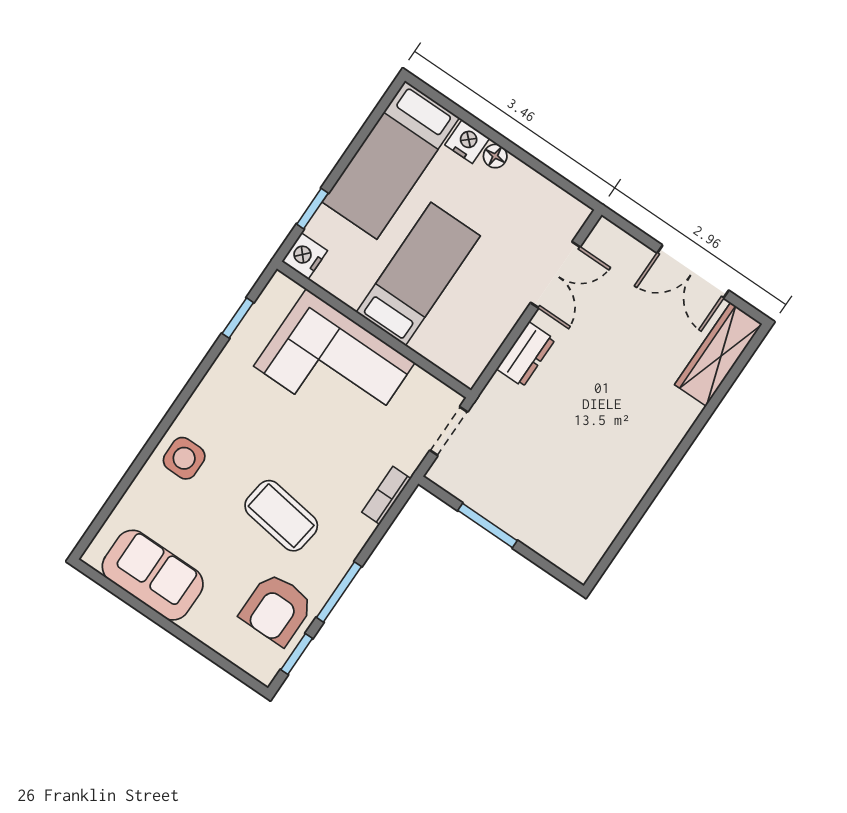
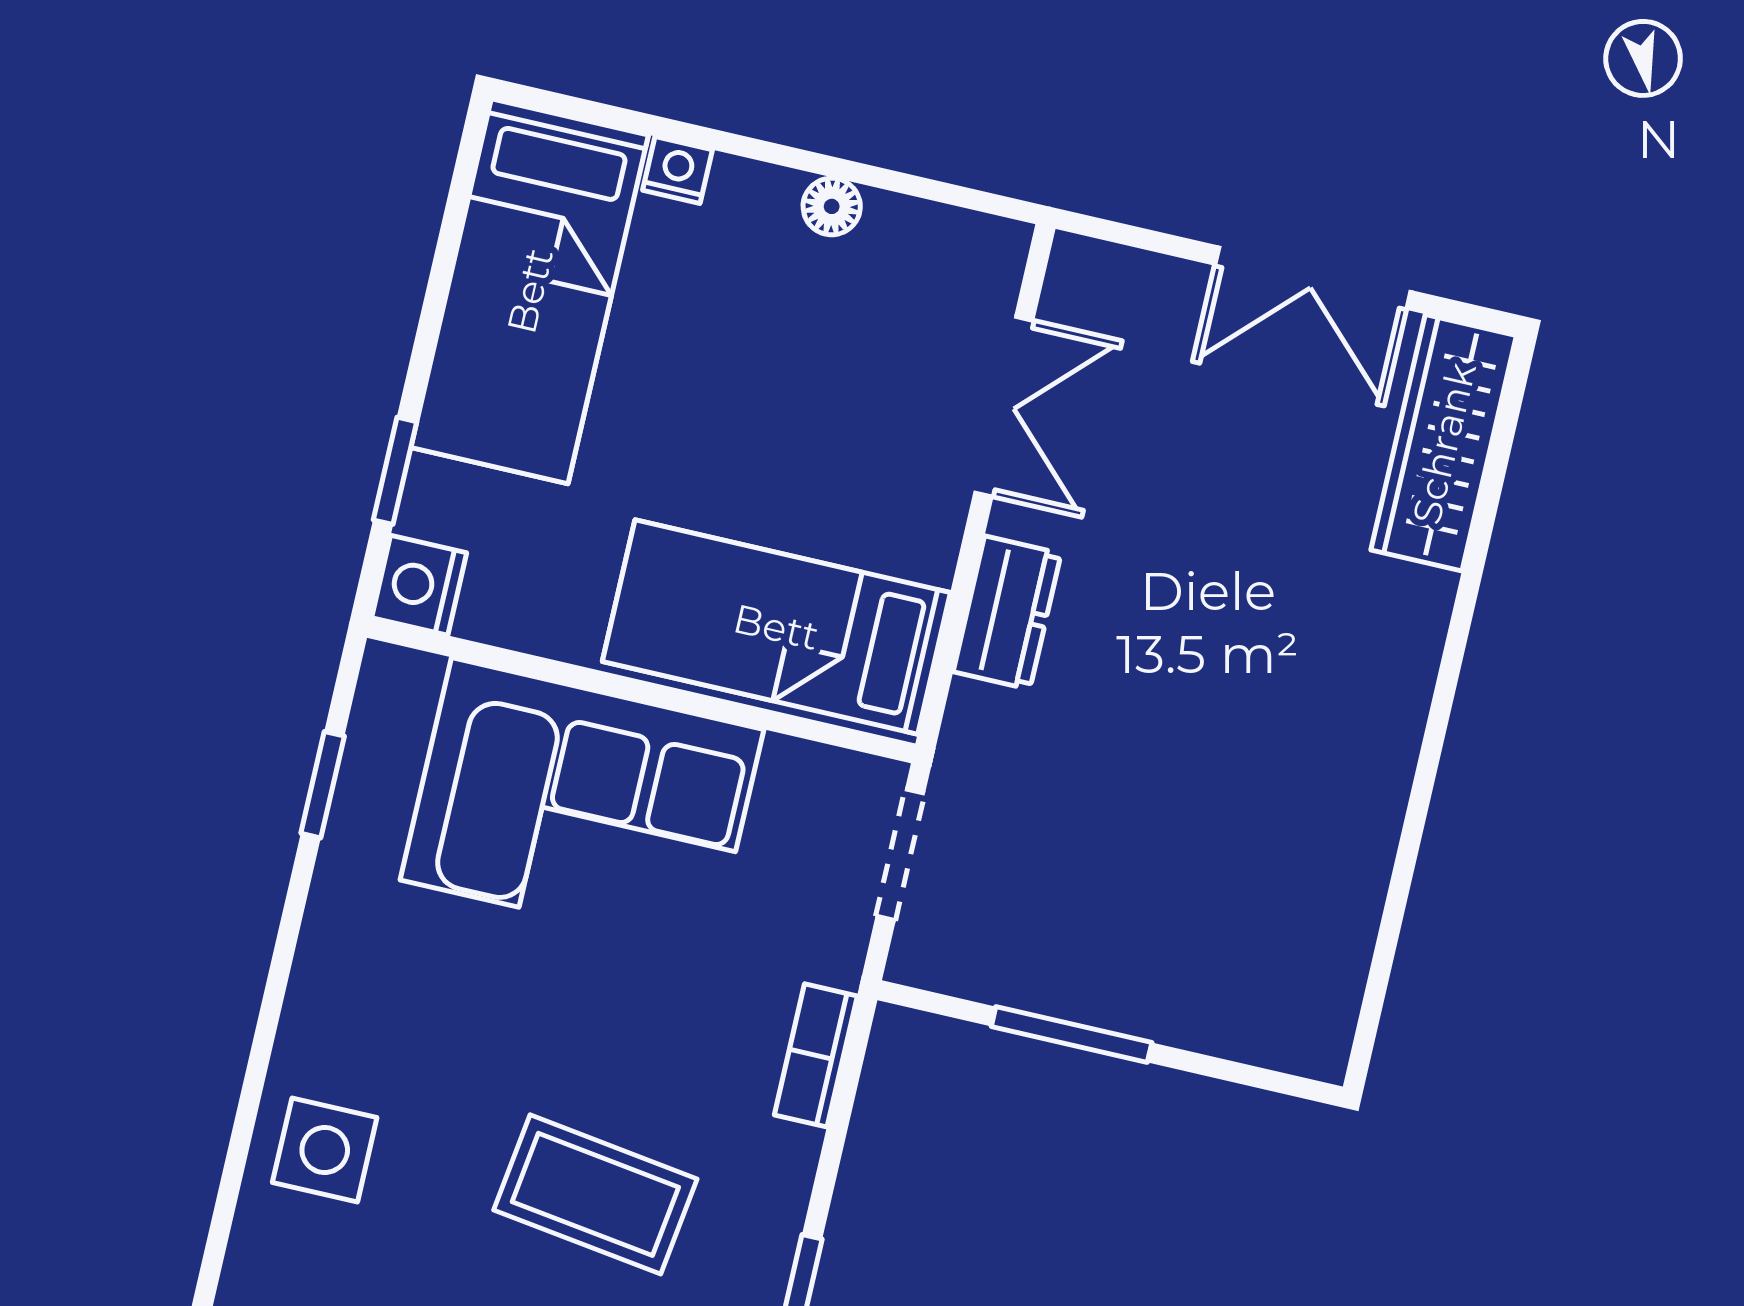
nightstand: (467, 141) -> (677, 170), width x0.72, depth x0.74
floor lamp: (495, 156) -> (832, 206), moved
bed: (418, 274) -> (776, 627), moved, turned -90

